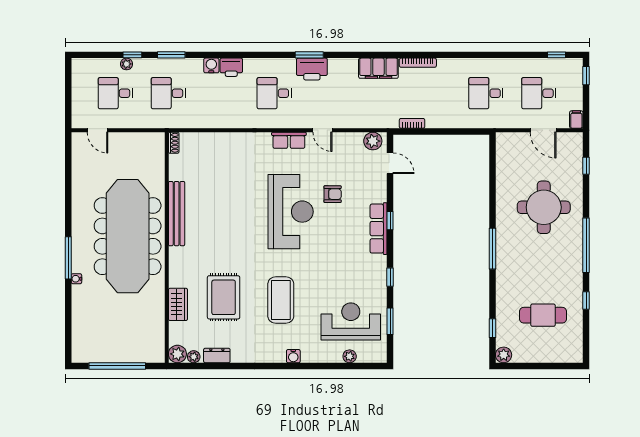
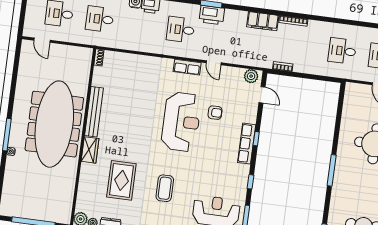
coffee table: (281, 300) -> (165, 188), width x0.73, depth x0.76
wardrobe: (178, 304) -> (90, 150), moved

